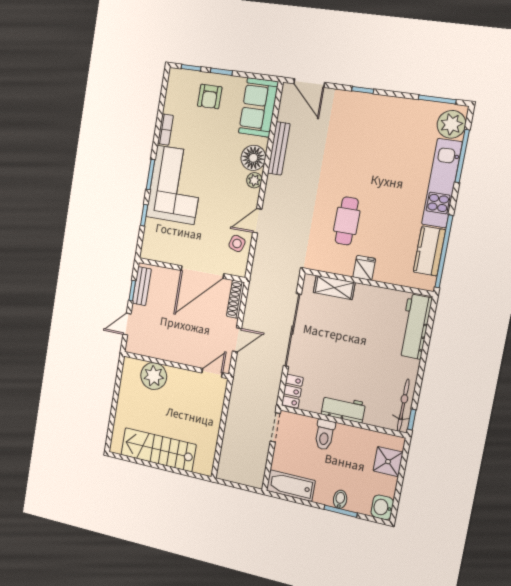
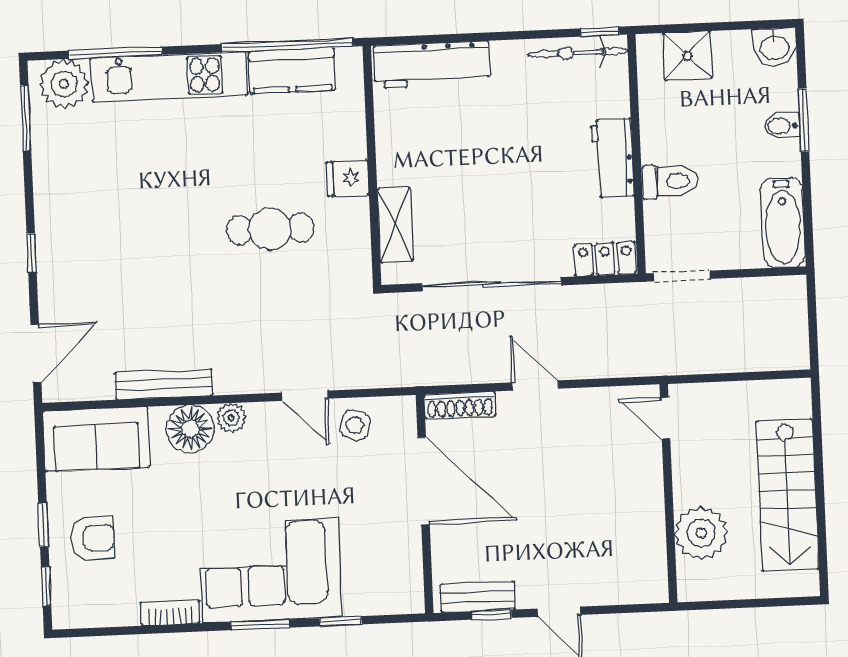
wall: (176, 365) -> (668, 493), moved
door: (212, 373) -> (665, 418), moved
plant: (154, 376) -> (701, 533), moved

